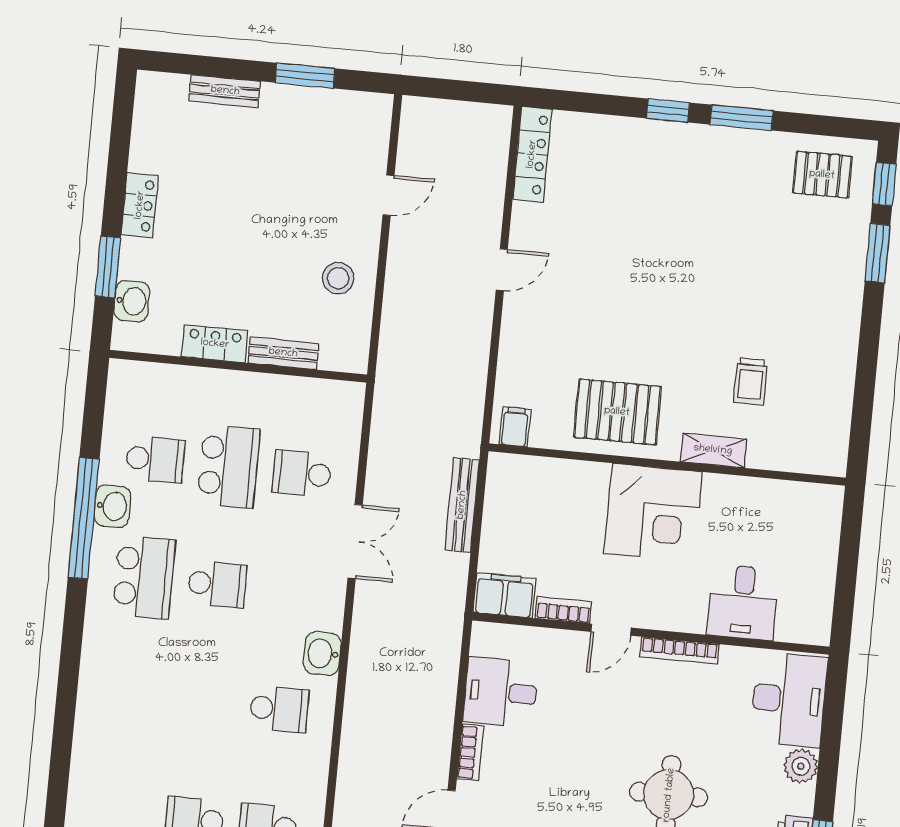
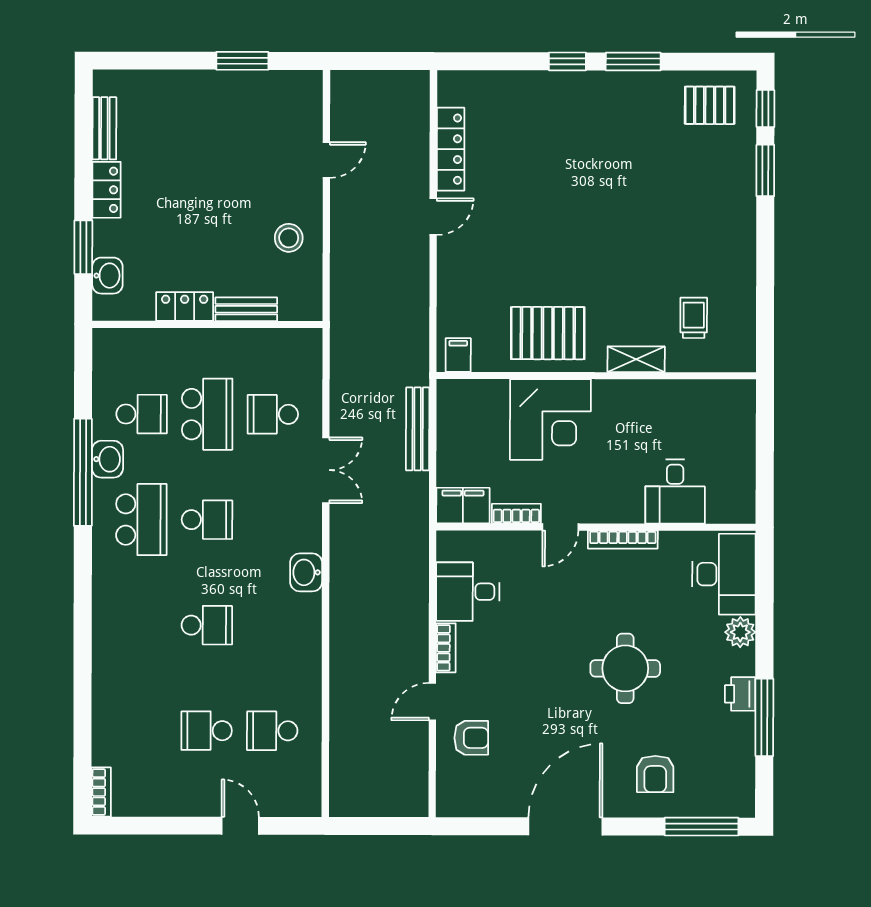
bench: (225, 91) -> (104, 128), moved, turned 90
locker: (532, 154) -> (451, 149), moved
trolley: (751, 381) -> (694, 318), moved, turned 180
corner desk: (653, 513) -> (550, 419), moved
school desk: (279, 709) -> (207, 625), moved

